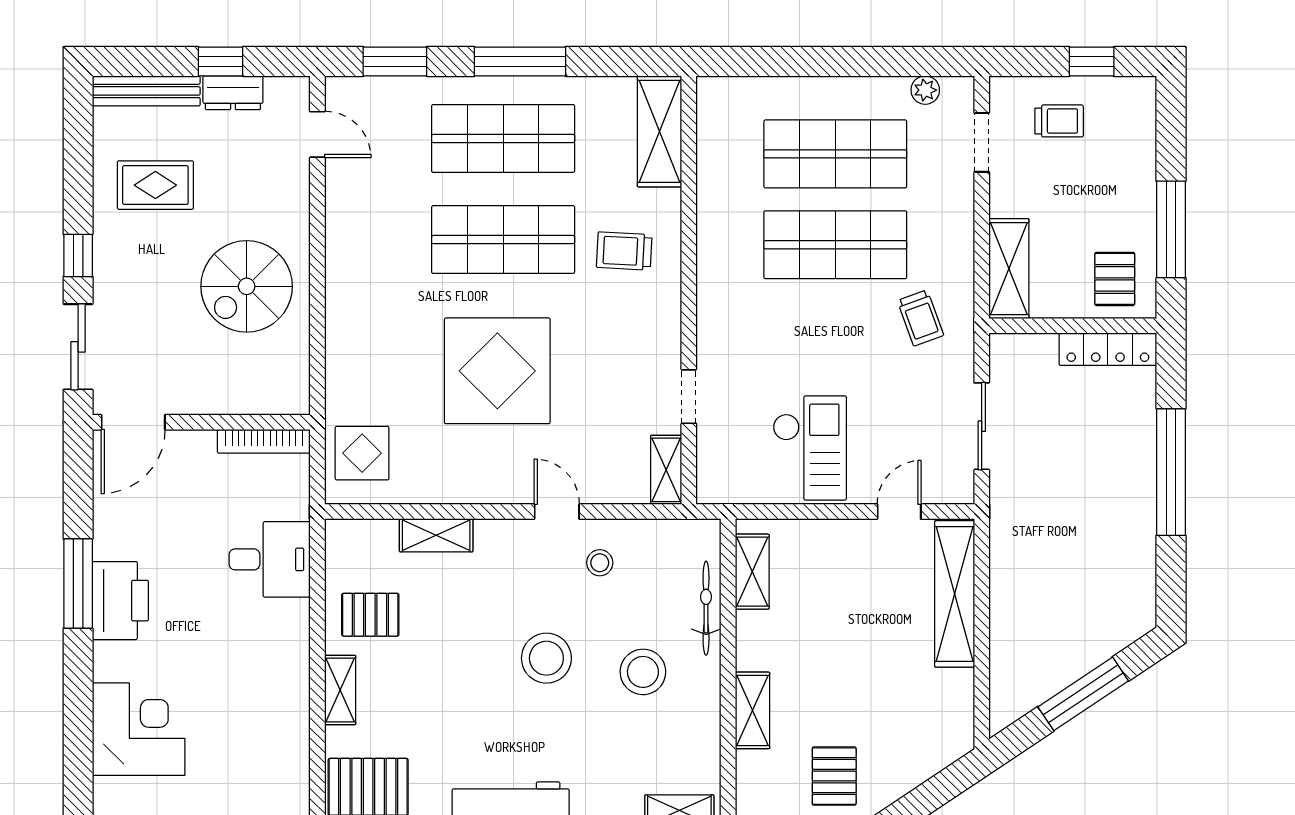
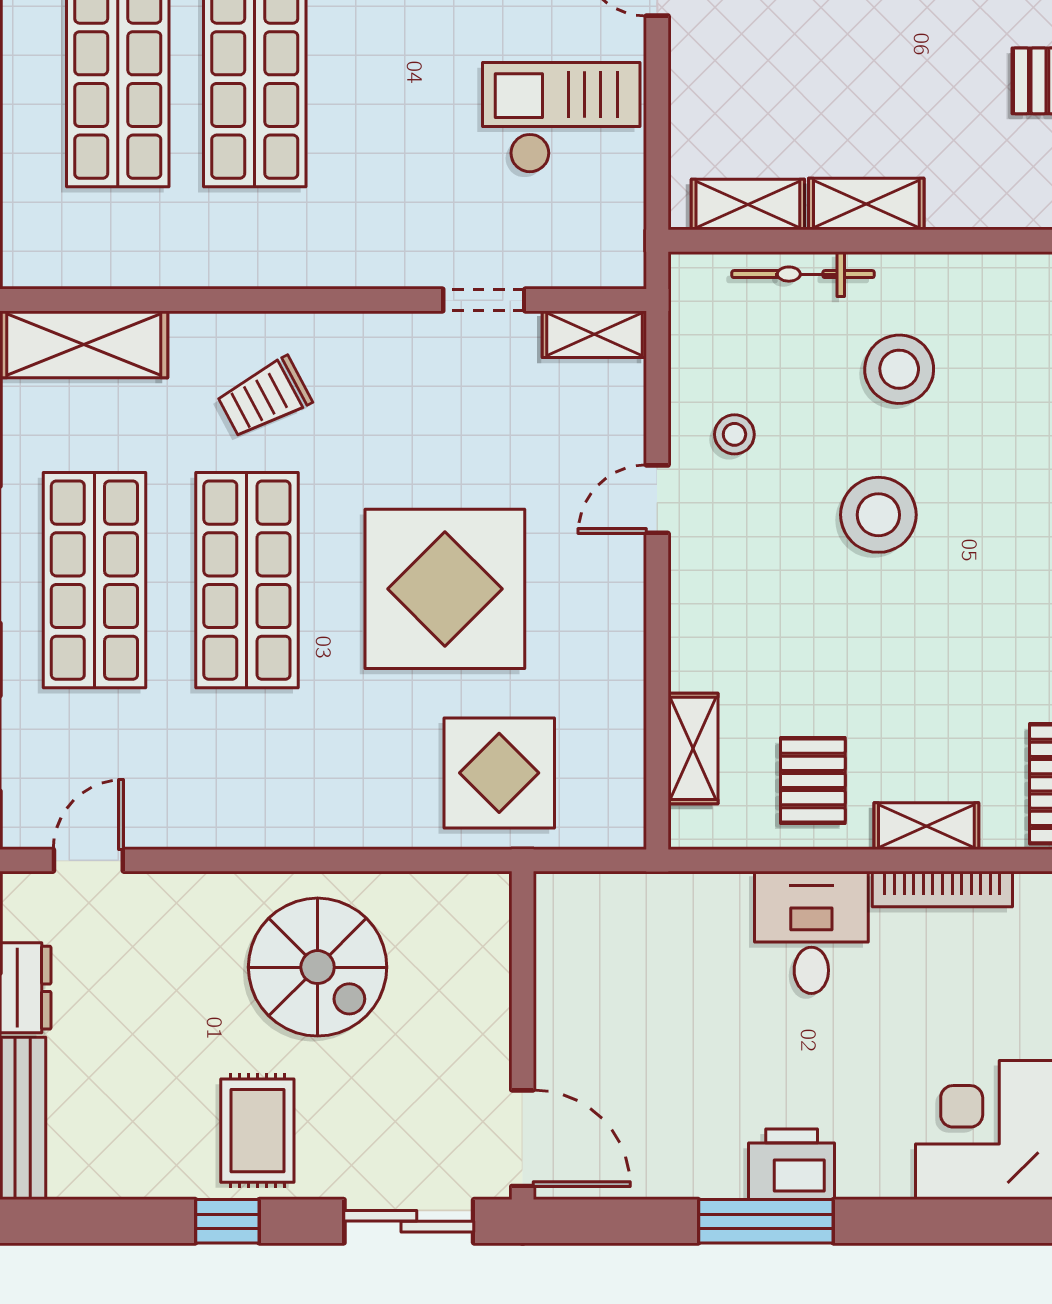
rug: (155, 185) -> (257, 1131), moved
trolley: (624, 251) -> (264, 398), turned 59
window: (78, 255) -> (227, 1221), moved
bookcase: (264, 441) -> (942, 889), moved, turned 90
display table: (362, 453) -> (499, 773), moved, width x1.36, depth x1.36
shelving: (436, 535) -> (693, 748), moved
desk: (270, 559) -> (811, 932), moved
printer: (120, 601) -> (792, 1164), width x0.73, depth x0.84
shelving: (752, 710) -> (866, 204), moved

